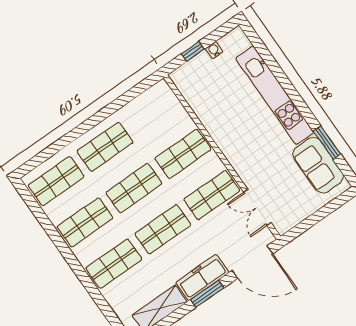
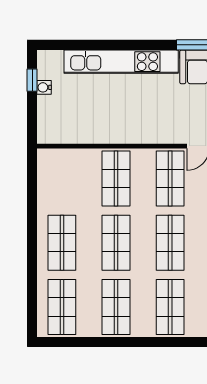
window: (193, 51) -> (32, 80), moved

